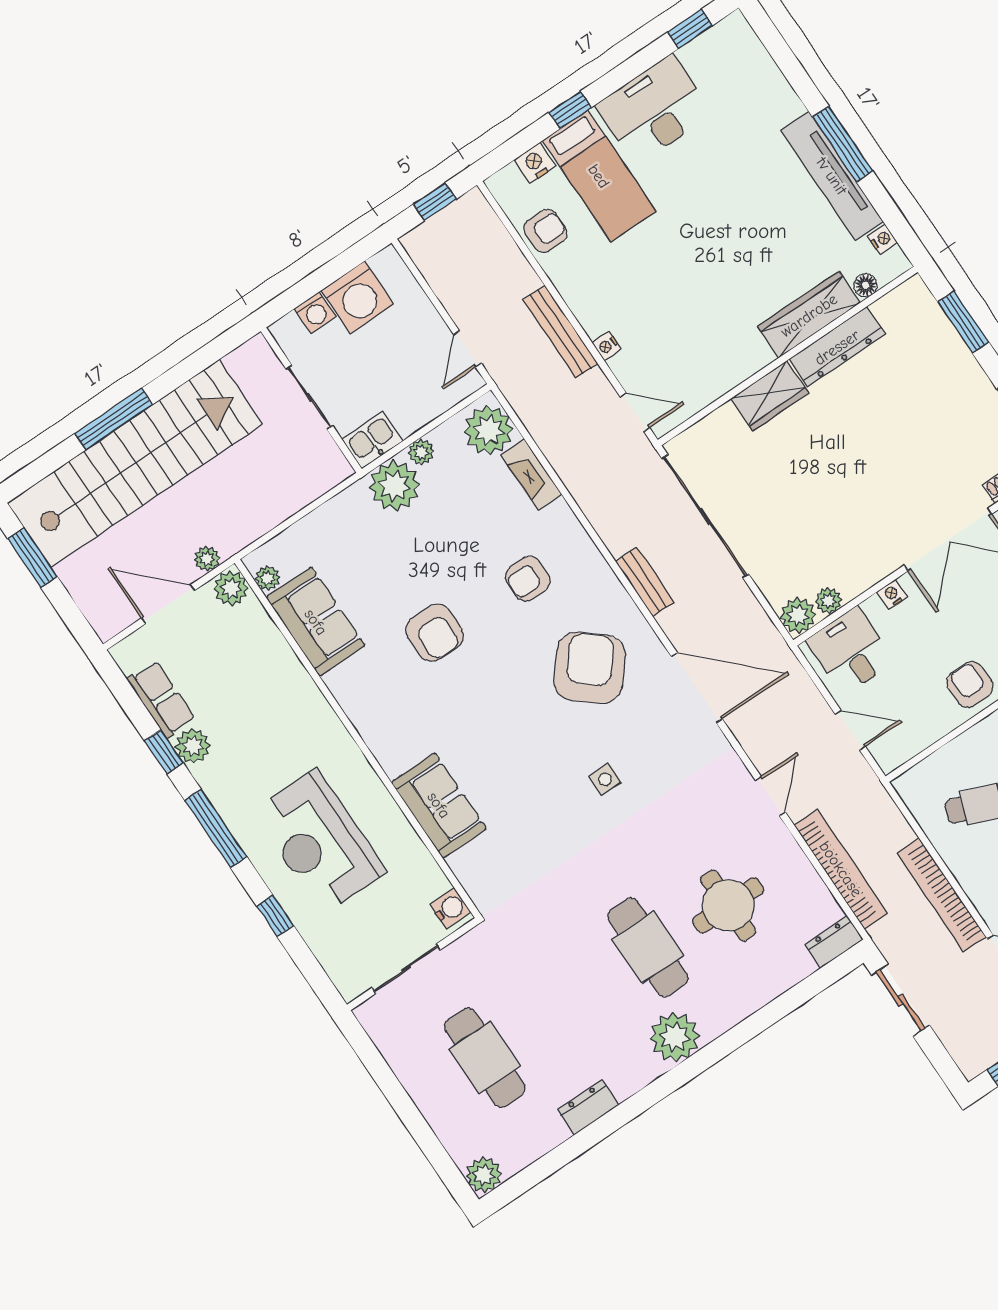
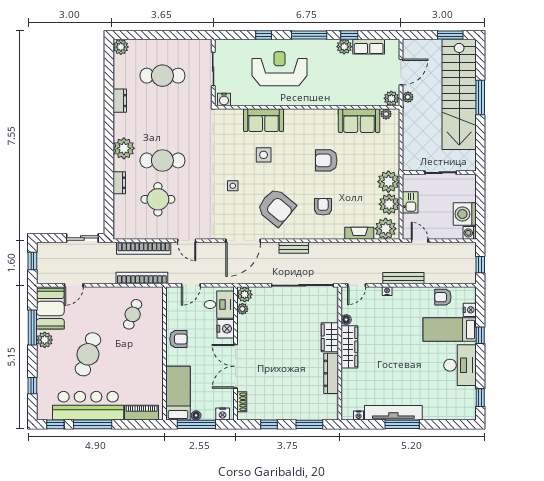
armchair: (545, 231) -> (443, 297), turned 90
floor lamp: (866, 285) -> (346, 320), moved
washing machine: (315, 313) -> (470, 233), moved
wardrobe: (809, 315) -> (349, 347), moved
kitchen sink: (372, 440) -> (410, 202), moved
plant: (421, 452) -> (389, 204), width x1.87, depth x1.87
nightstand: (892, 594) -> (226, 329), width x1.89, depth x1.79
side table: (505, 760) -> (264, 155), added
bookcase: (942, 895) -> (142, 278), moved
dresser: (834, 942) -> (119, 183), moved

